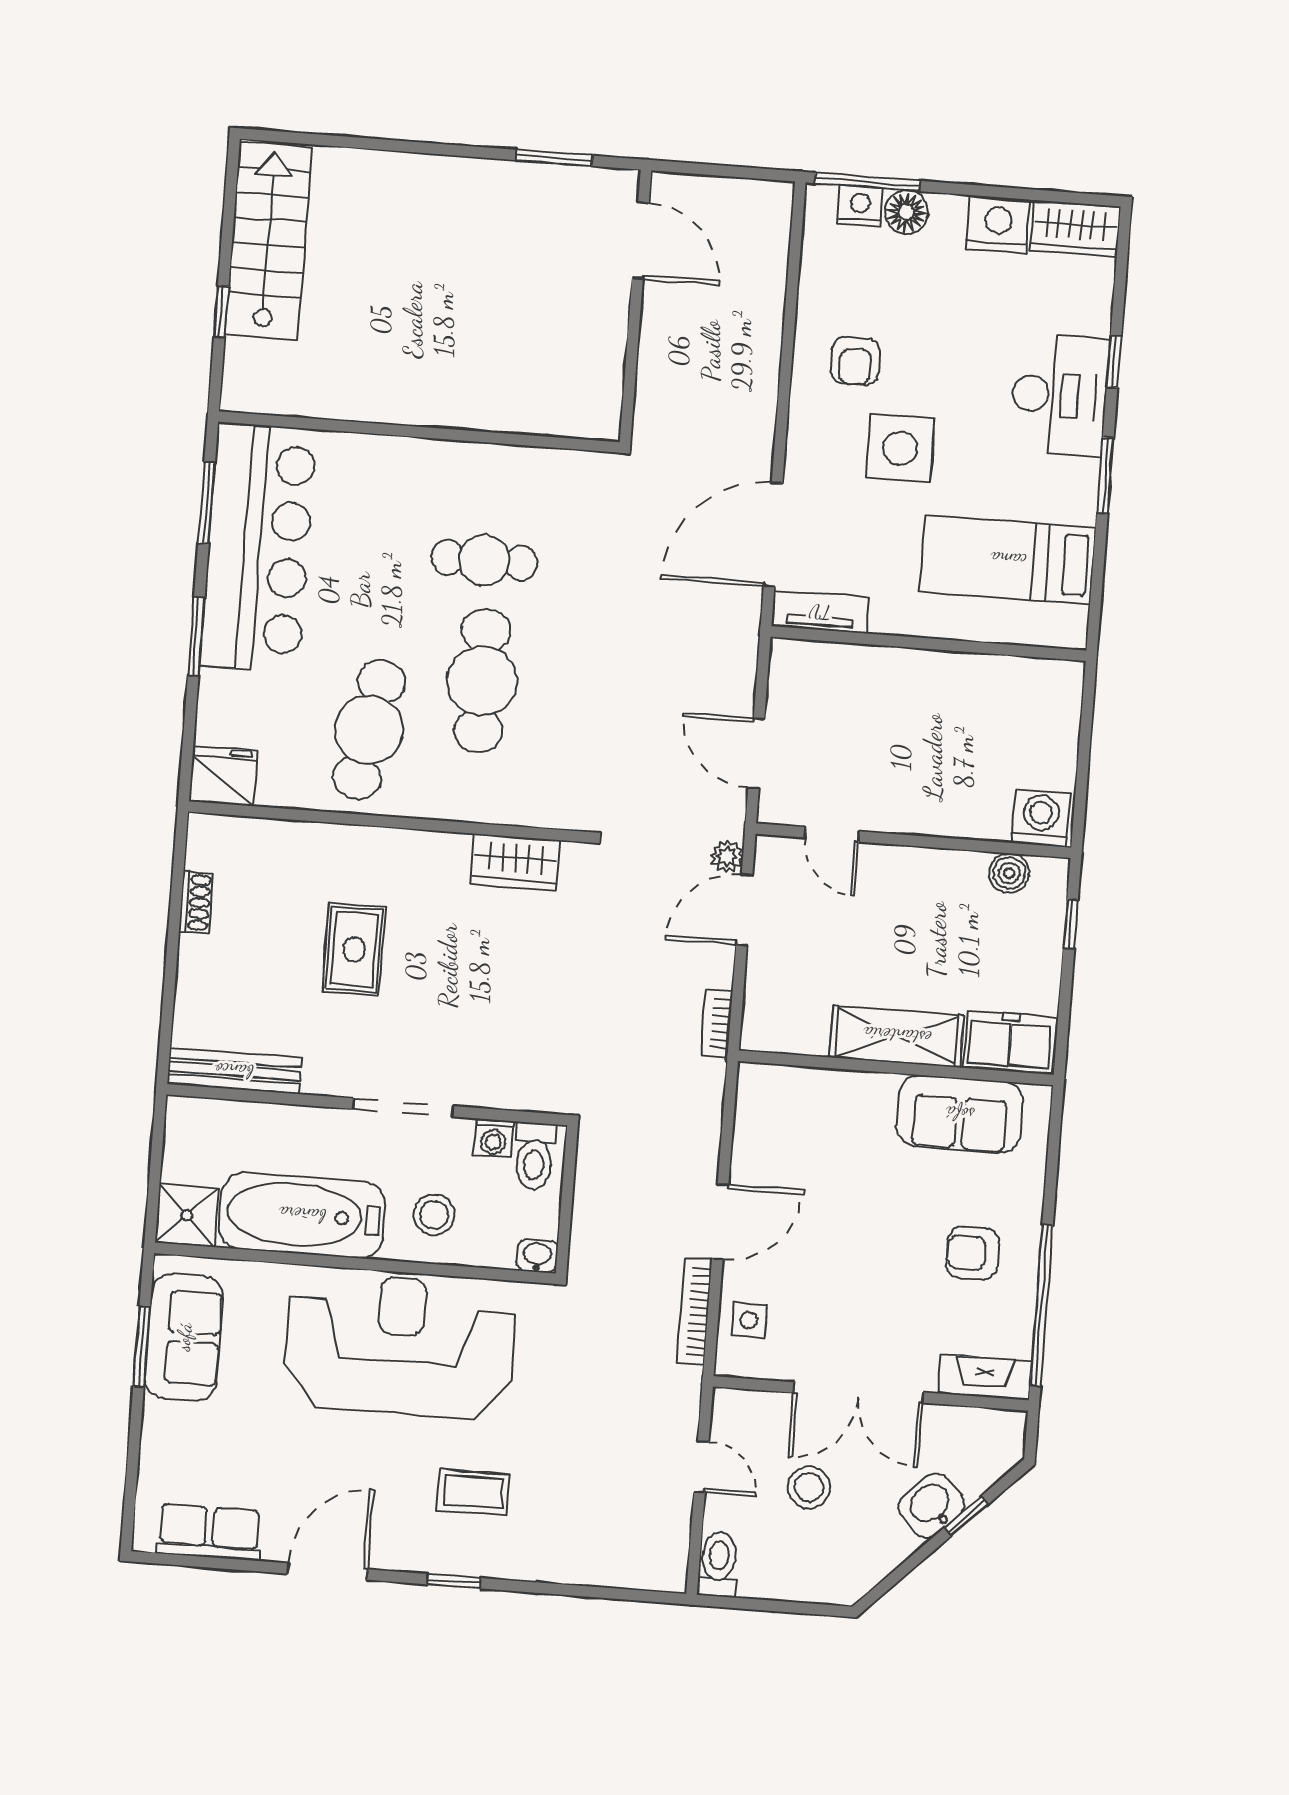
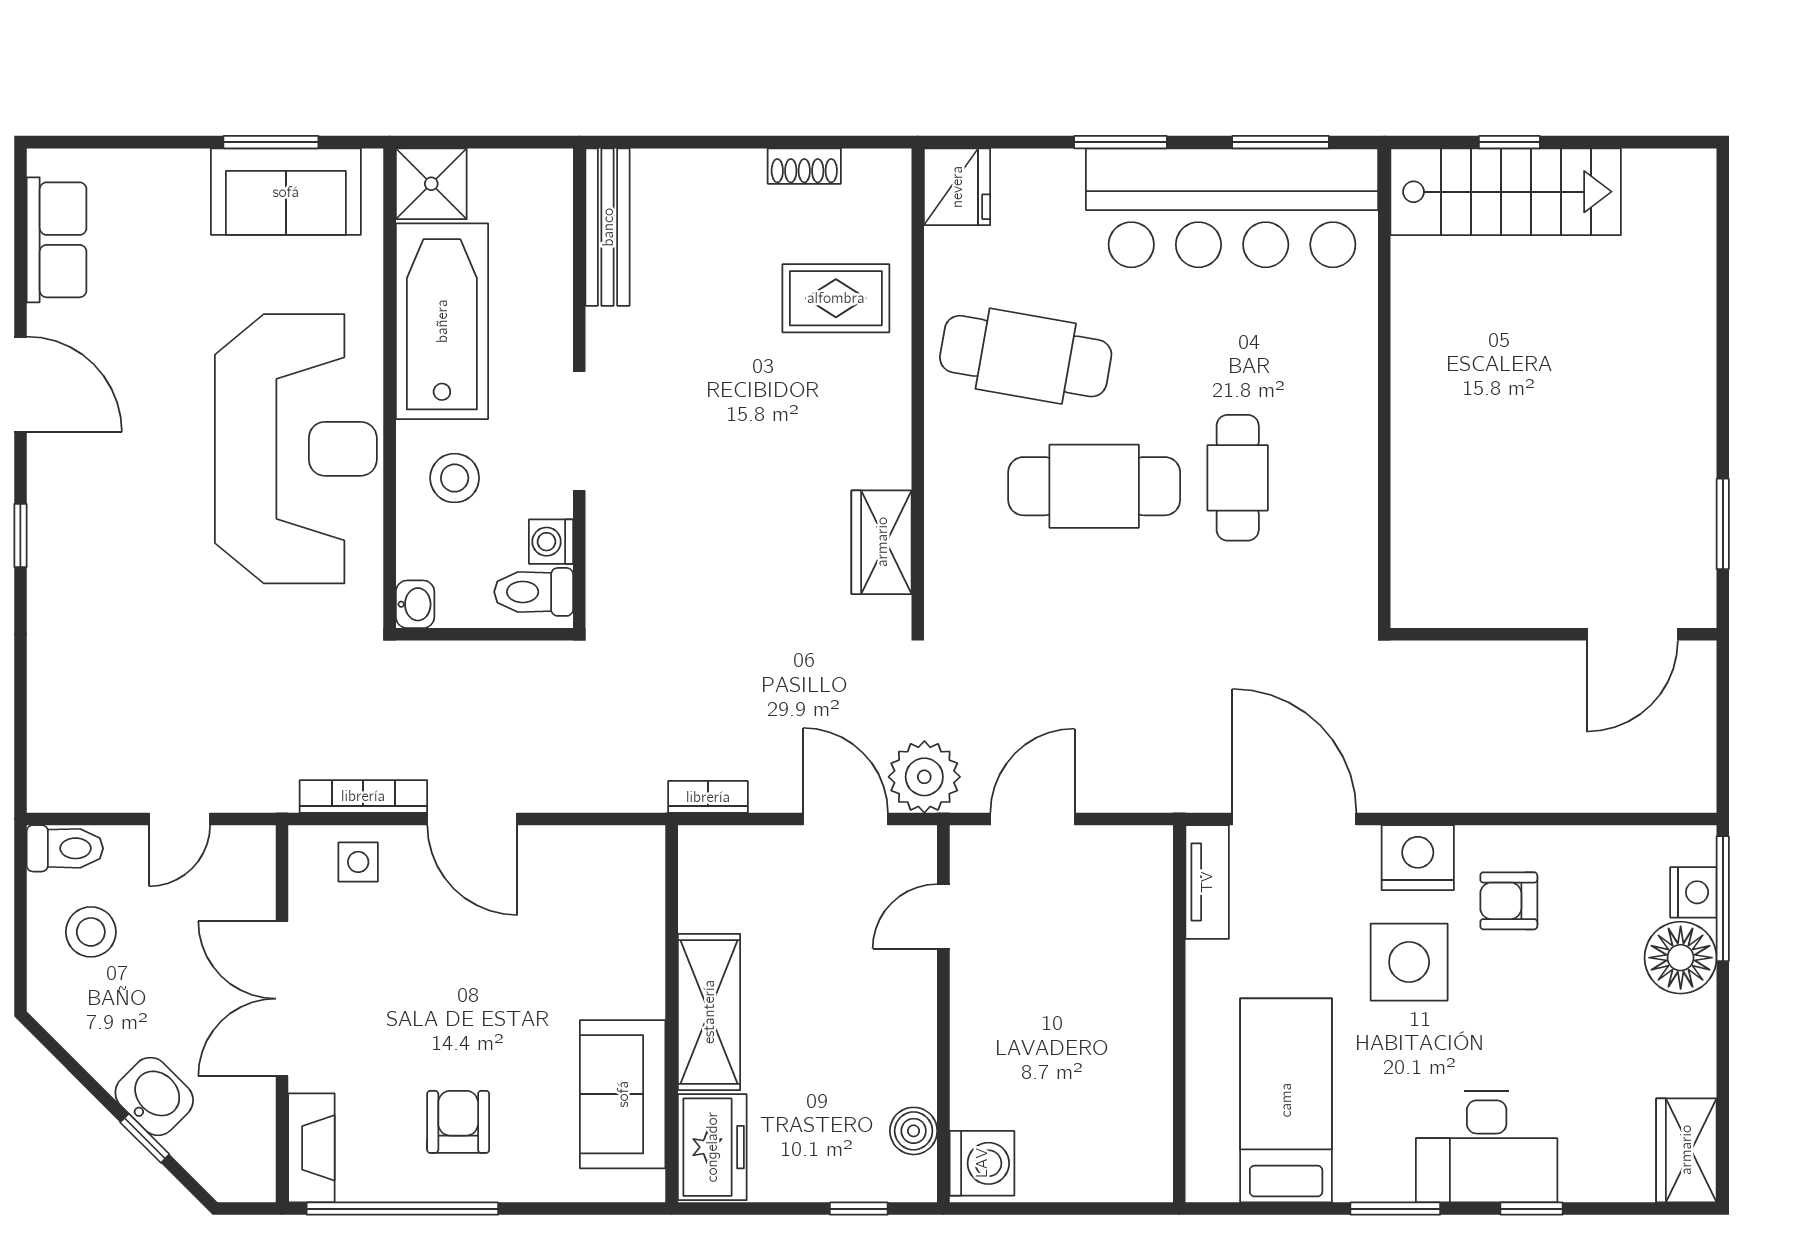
floor lamp: (906, 212) -> (1681, 958), width x1.38, depth x1.38
nightstand: (998, 224) -> (1418, 858), moved, turned -90
stairs: (268, 241) -> (1506, 192), moved
plant: (727, 856) -> (924, 777), width x1.88, depth x1.88
rug: (354, 949) -> (836, 298), moved
stool: (809, 1487) -> (91, 932), moved
coffee table: (473, 1492) -> (129, 550), removed

